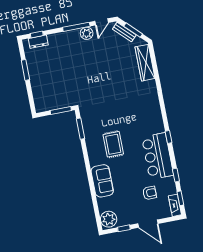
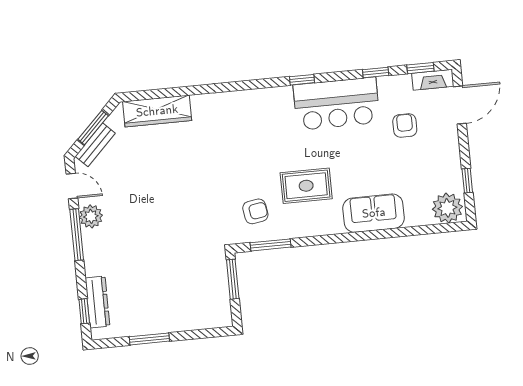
dresser: (38, 42) -> (97, 302), width x1.44
armchair: (97, 119) -> (255, 211), added
door: (148, 224) -> (460, 105), moved

